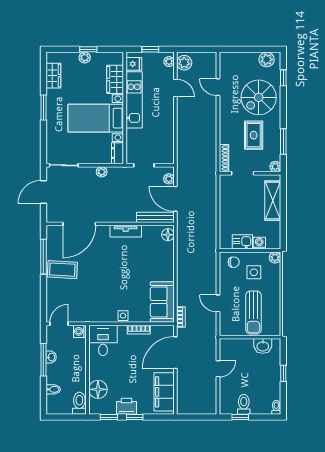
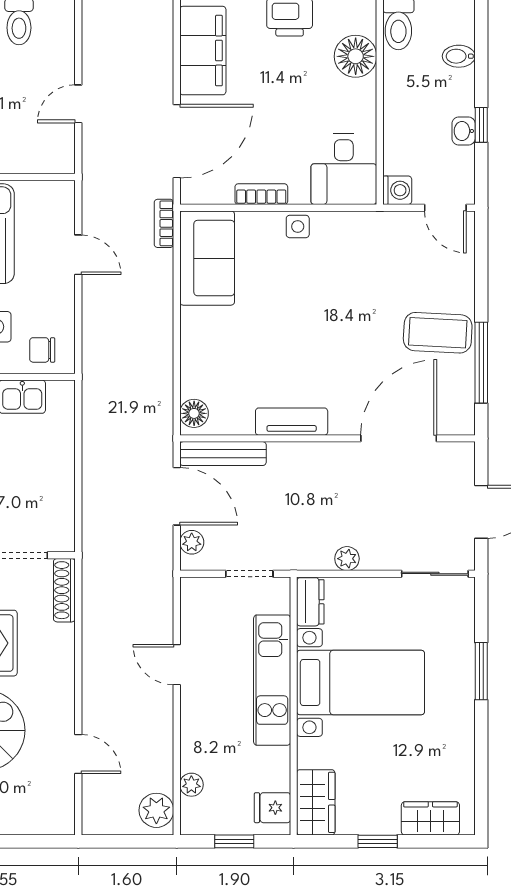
plant: (85, 58) -> (386, 822), removed
plant: (169, 62) -> (191, 785), moved
wardrobe: (53, 76) -> (430, 818), moved, turned 90
wardrobe: (115, 79) -> (316, 802), moved
door: (175, 88) -> (177, 665), moved
kitchen unit: (134, 100) -> (272, 680), moved
window: (43, 107) -> (481, 671), moved
door: (59, 324) -> (445, 208), hinge flipped
window: (43, 360) -> (481, 125), width x0.46

